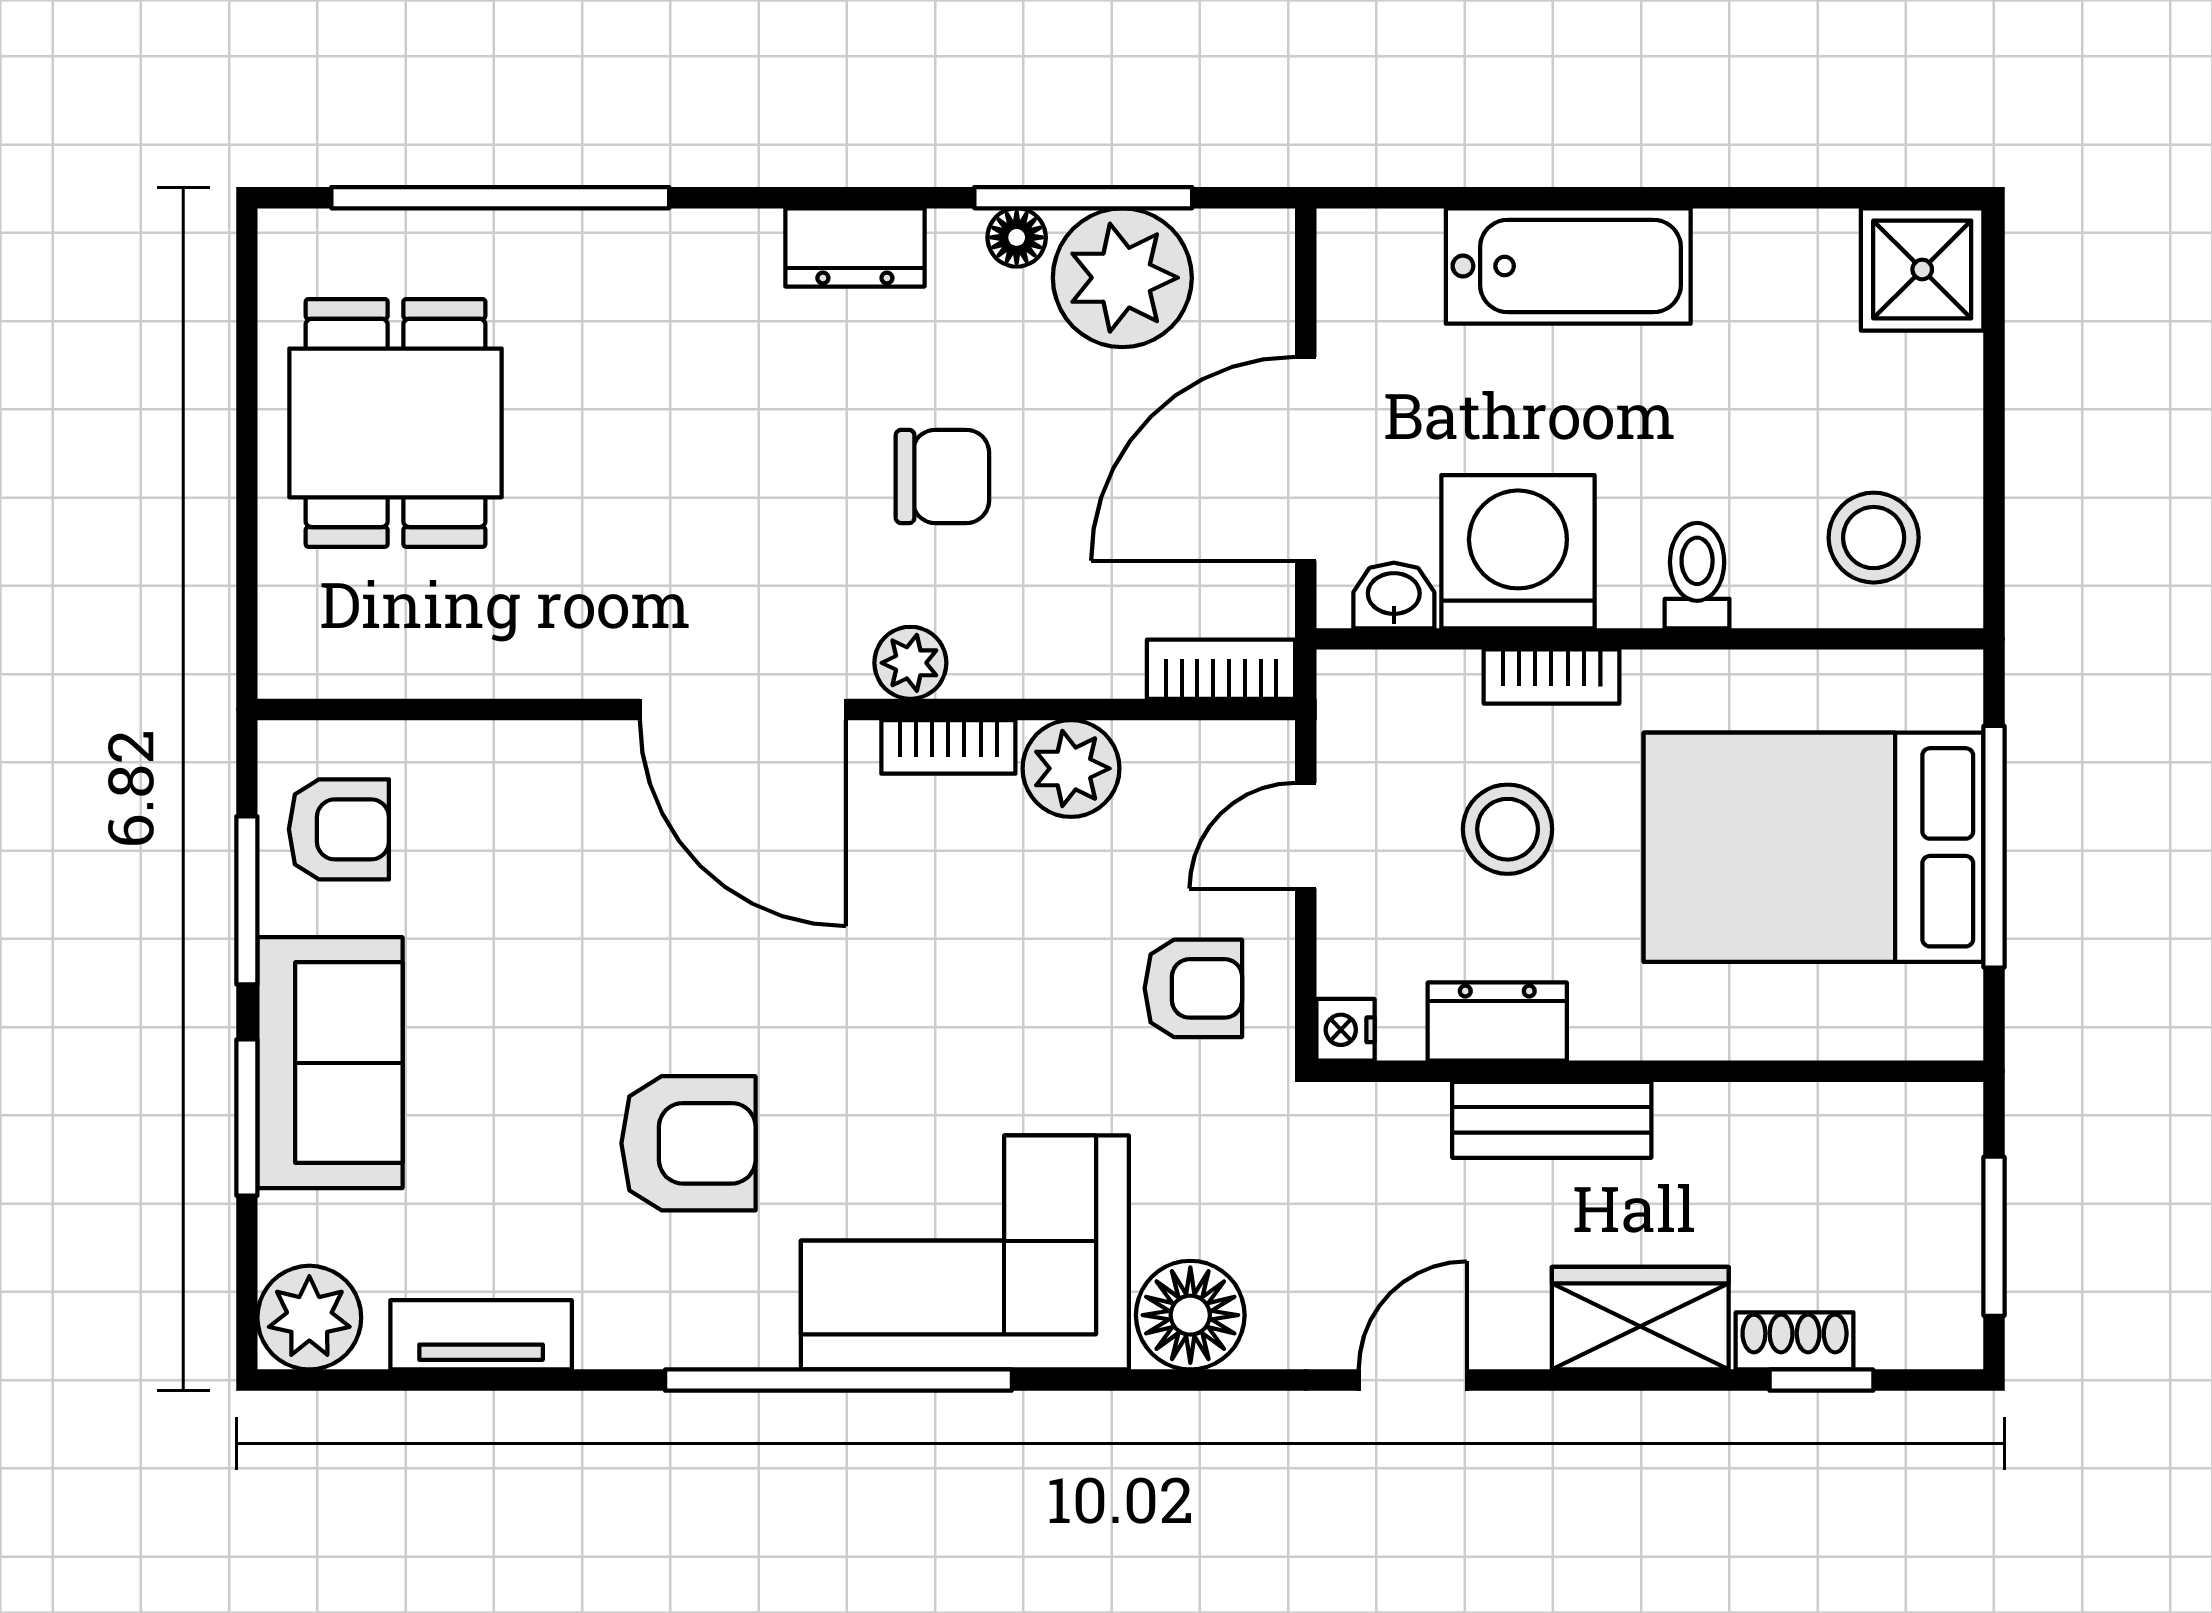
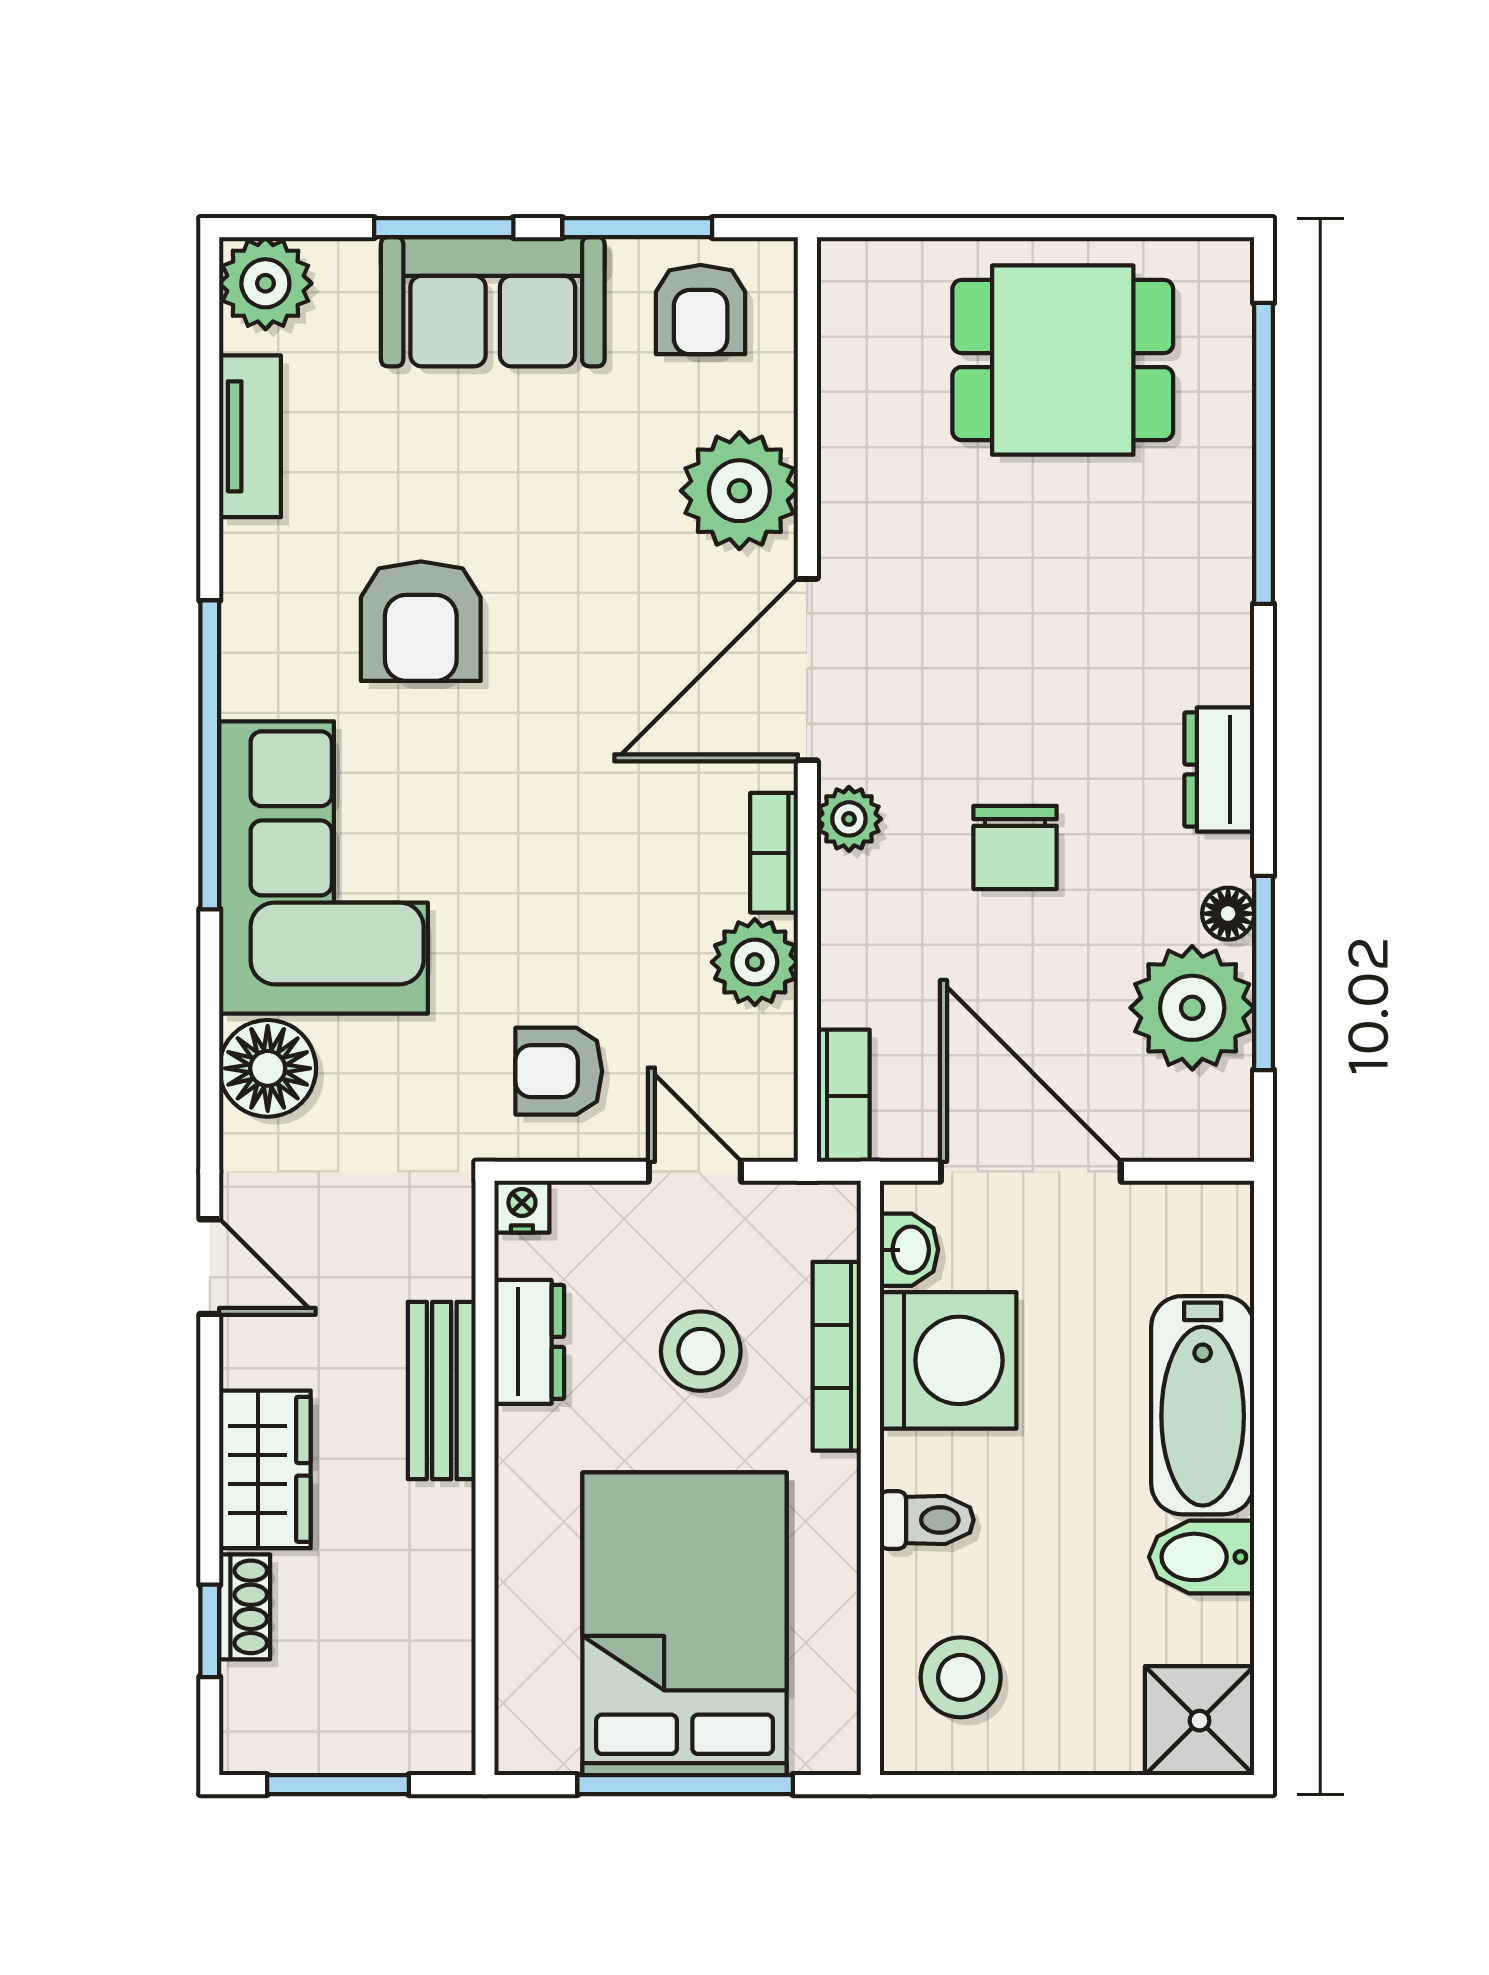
bidet: (1739, 267) -> (1201, 1557), added
bookcase: (1551, 677) -> (837, 1356), width x1.56
plant: (542, 786) -> (739, 491), added
armchair: (1193, 988) -> (559, 1071), turned 90

